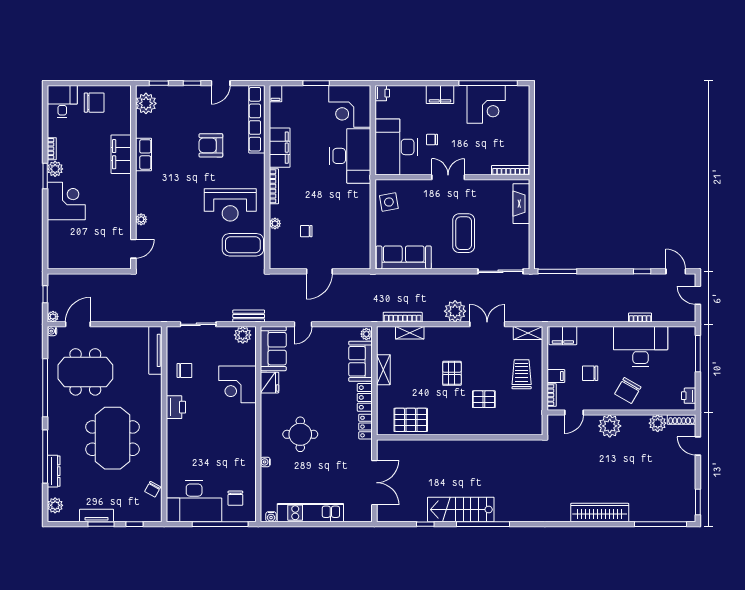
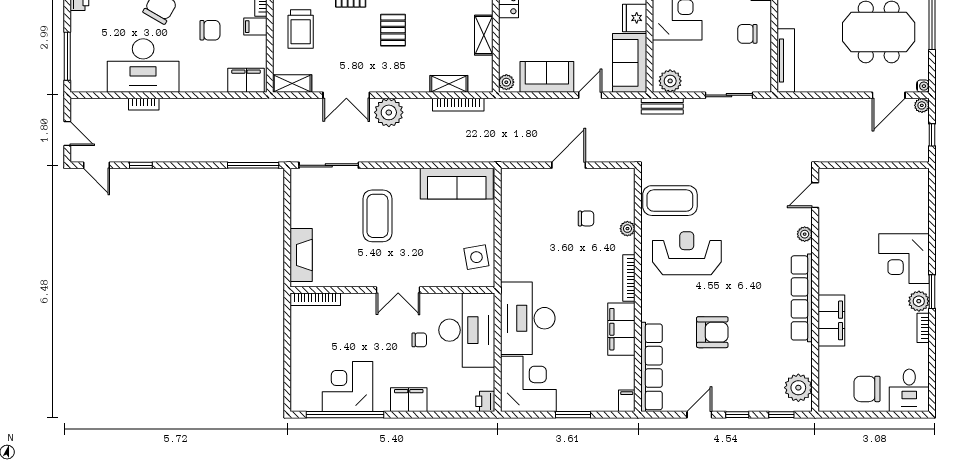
row of seats: (143, 154) -> (802, 298), width x2.02
sofa: (361, 361) -> (547, 77), moved, turned -90

